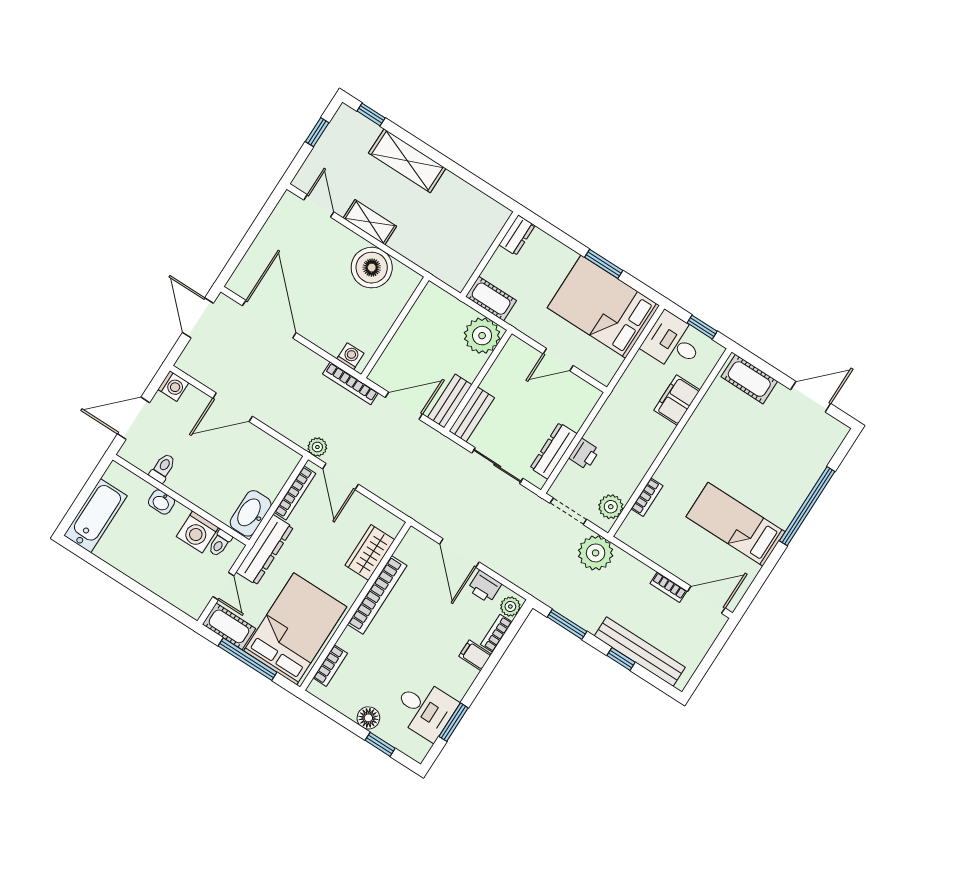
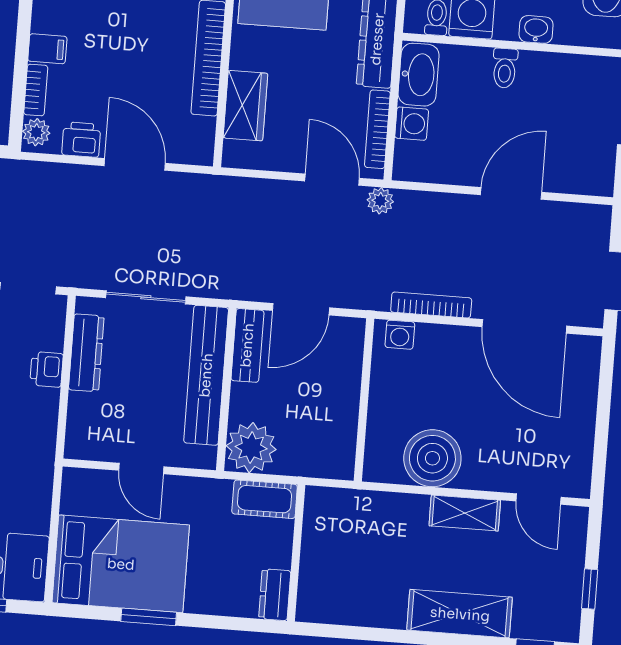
door: (558, 360) -> (141, 468), swing flipped
bookcase: (350, 383) -> (431, 305), moved
washing machine: (173, 386) -> (412, 124), moved, turned 180
bench: (472, 414) -> (206, 375), width x1.86, depth x1.21
toilet: (163, 468) -> (505, 68), moved

